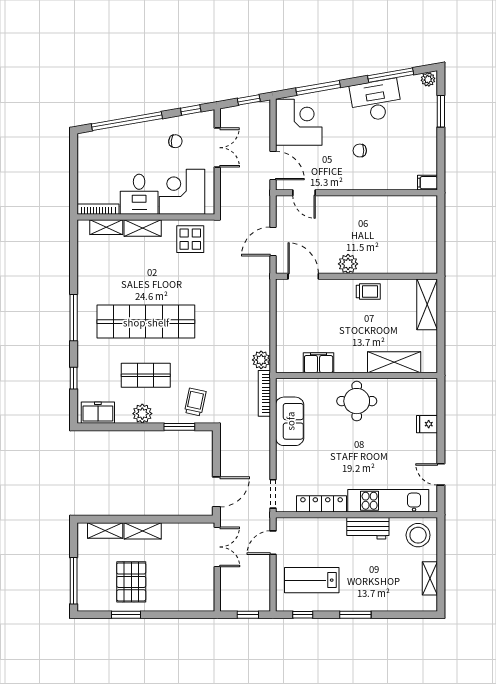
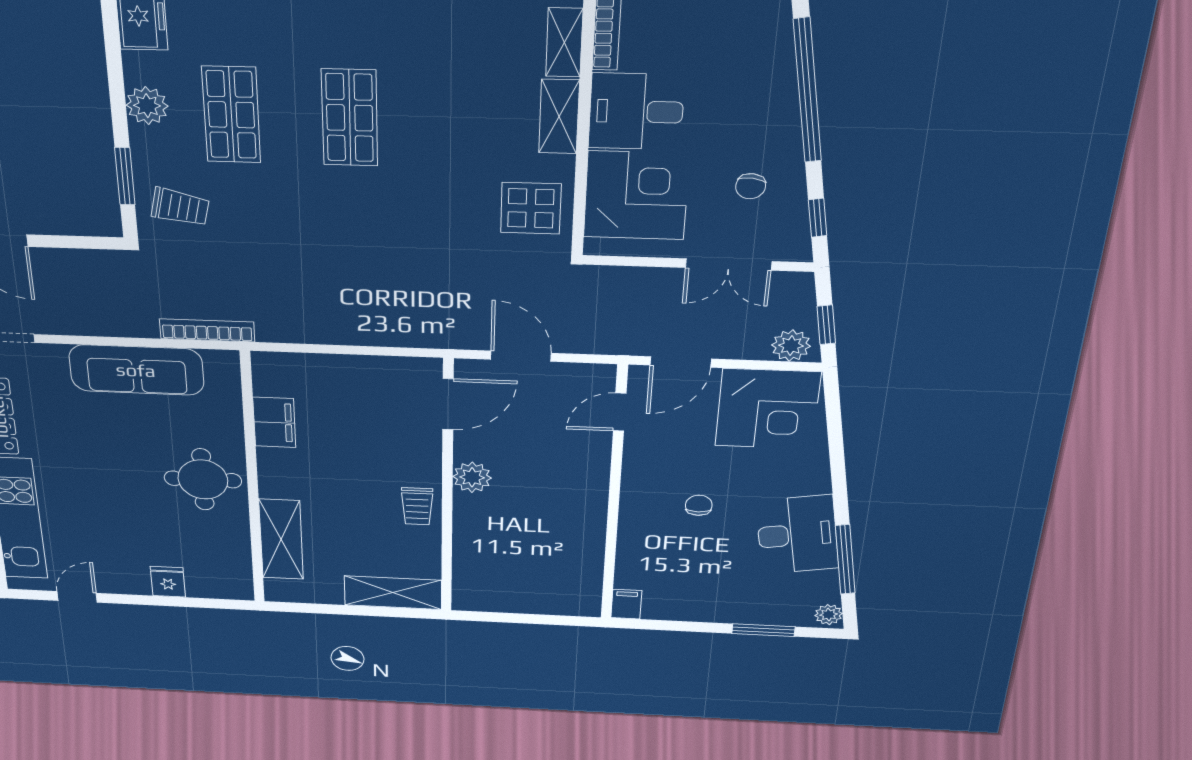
window: (318, 88) -> (836, 444), removed
shop shelf: (146, 322) -> (350, 118), width x0.50, depth x0.74
plant: (261, 360) -> (791, 346), moved
sofa: (290, 421) -> (136, 370), width x1.36

